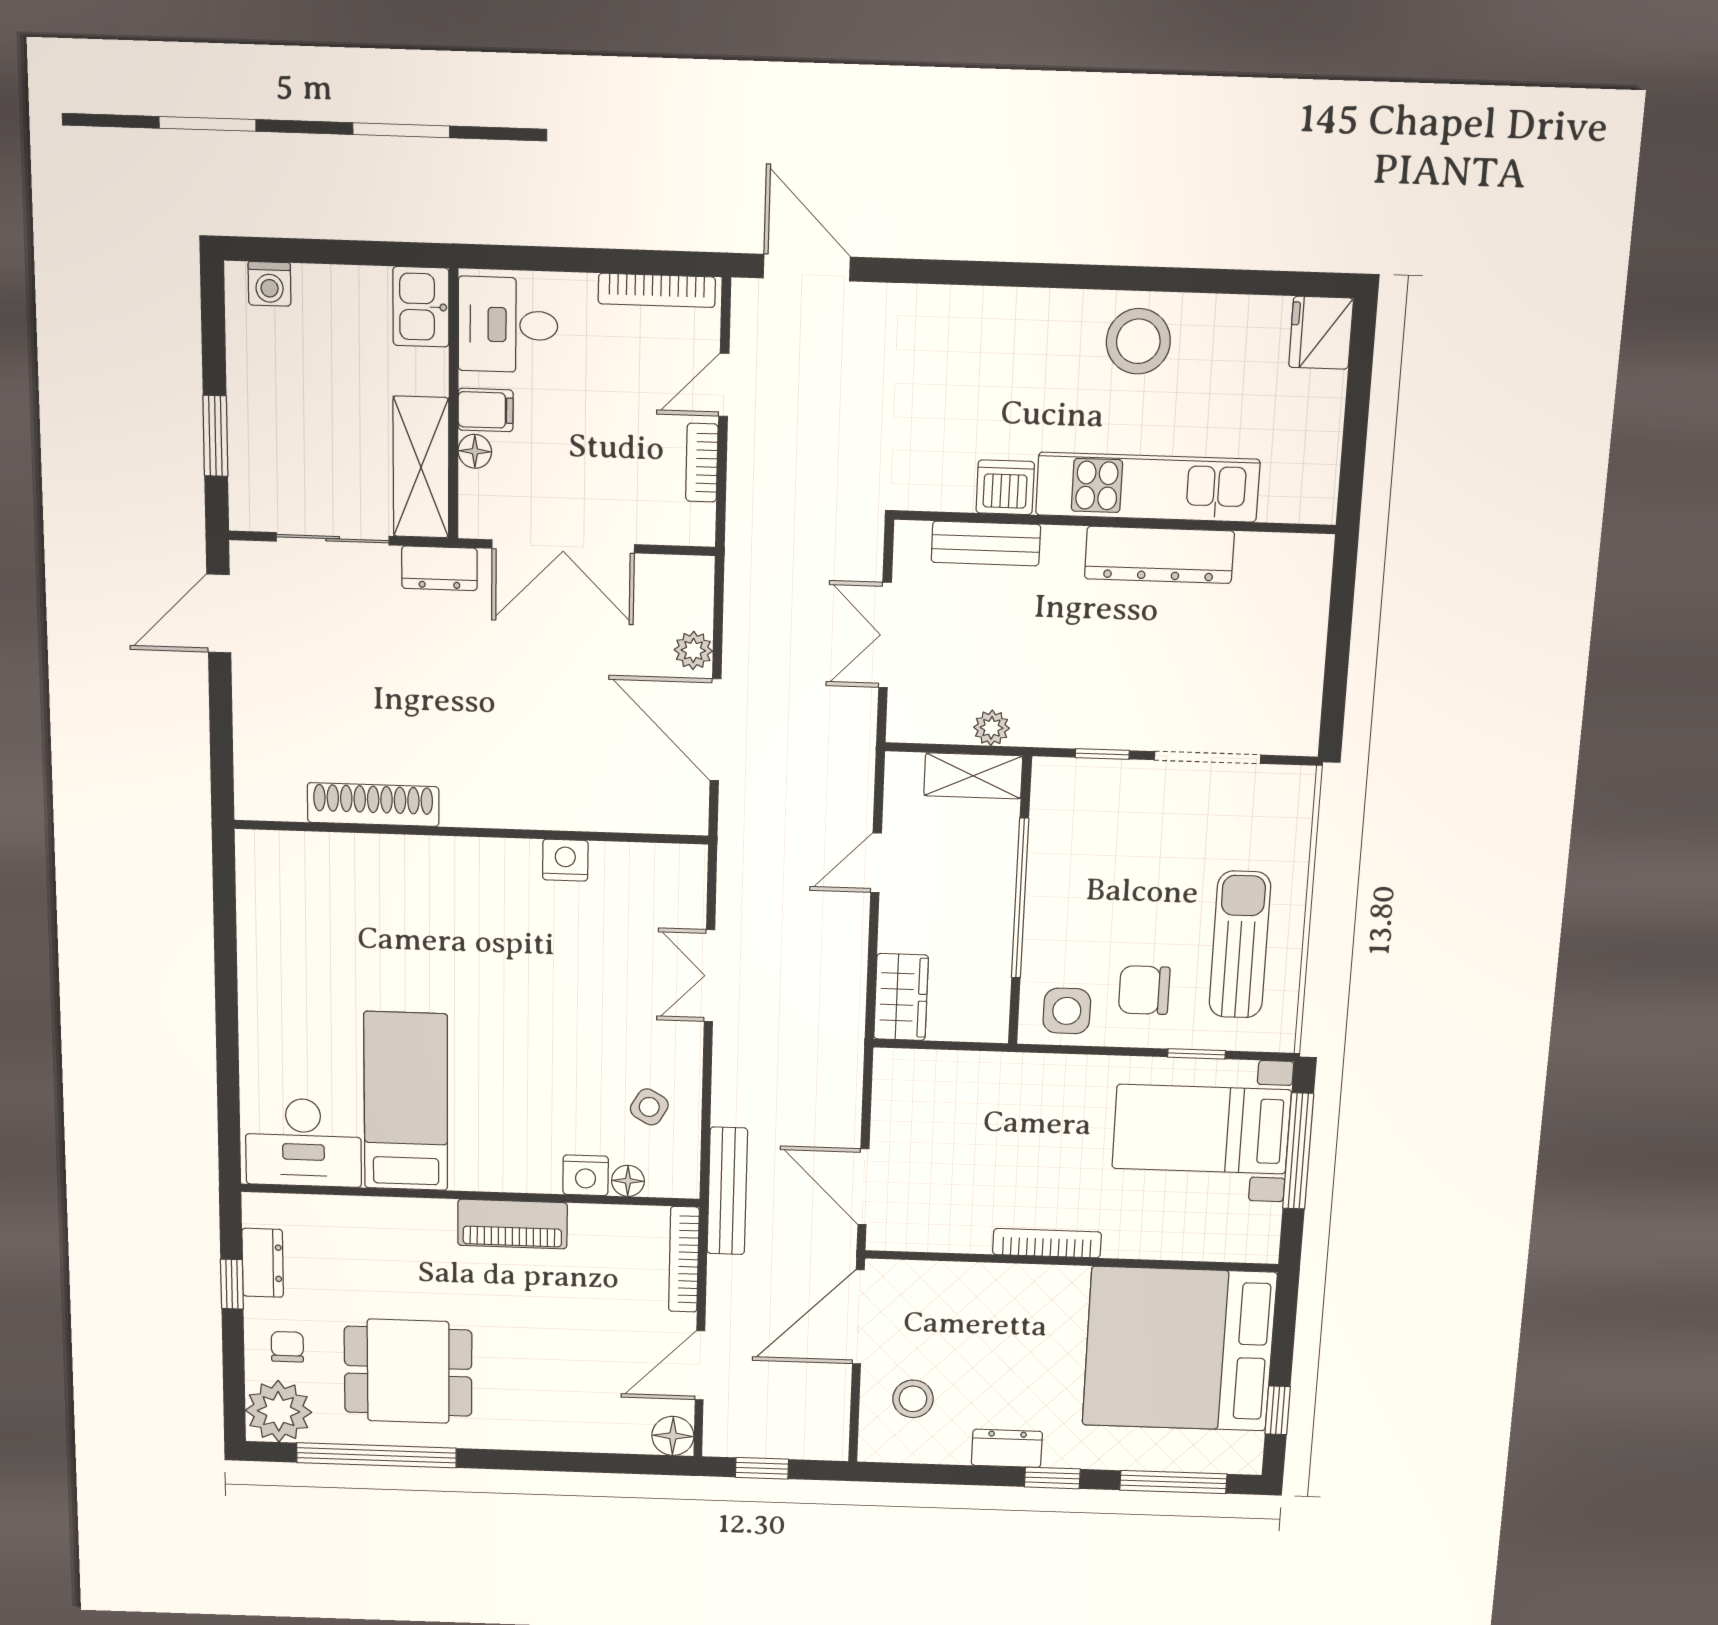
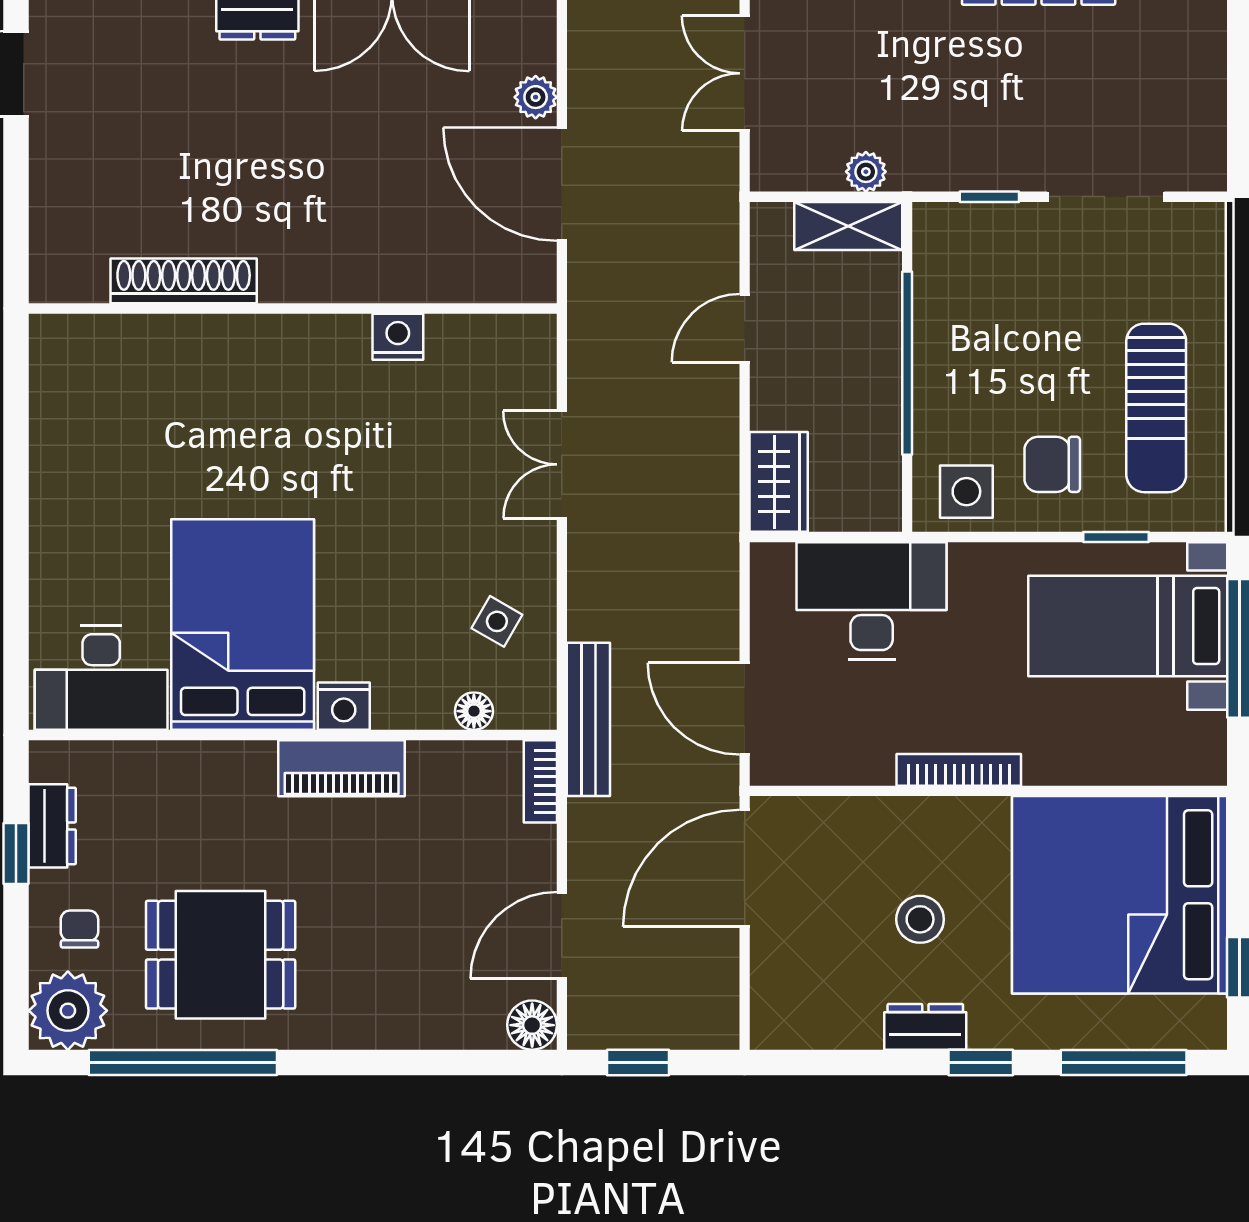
sun lounger: (1240, 945) -> (1156, 408), turned 180
bed: (406, 1101) -> (243, 625), width x1.50
desk: (978, 1101) -> (872, 601), added
nightstand: (586, 1175) -> (344, 706), moved
bookcase: (684, 1259) -> (540, 781), width x0.64
stool: (913, 1399) -> (920, 919), moved

